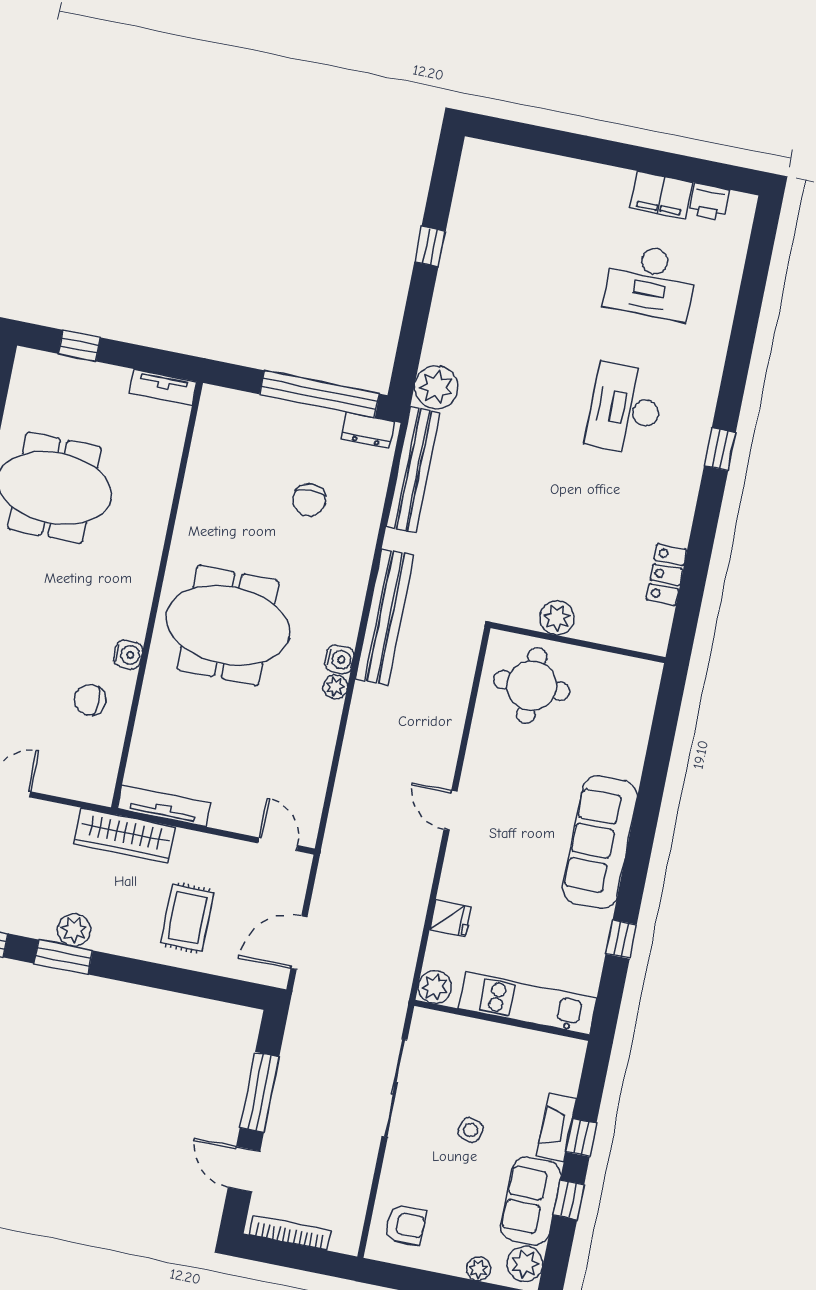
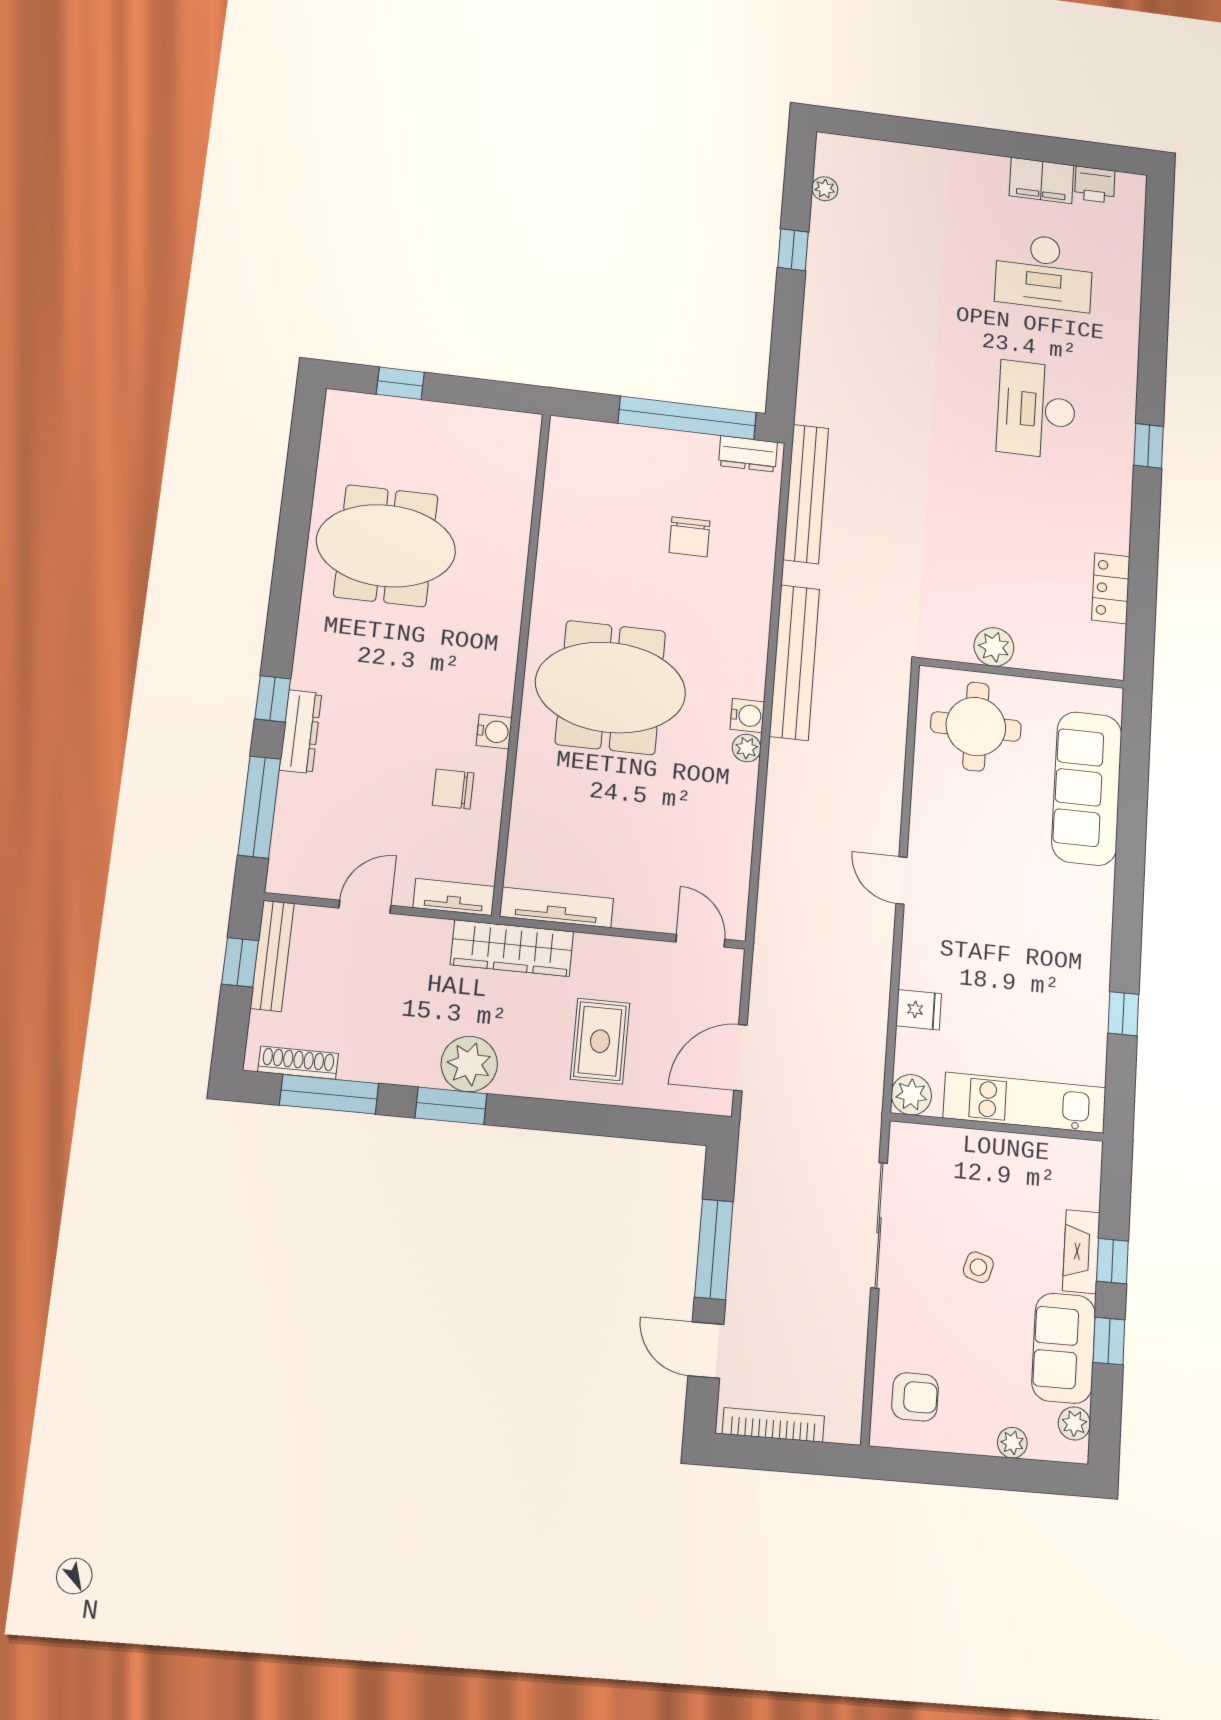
tv unit: (163, 387) -> (454, 897), moved, turned 180
plant: (436, 387) -> (825, 189), moved, width x0.53, depth x0.53
sofa: (600, 842) -> (1087, 788), moved
plant: (74, 930) -> (469, 1064), width x1.36, depth x1.36
plant: (525, 1264) -> (1074, 1423), width x0.73, depth x0.73

